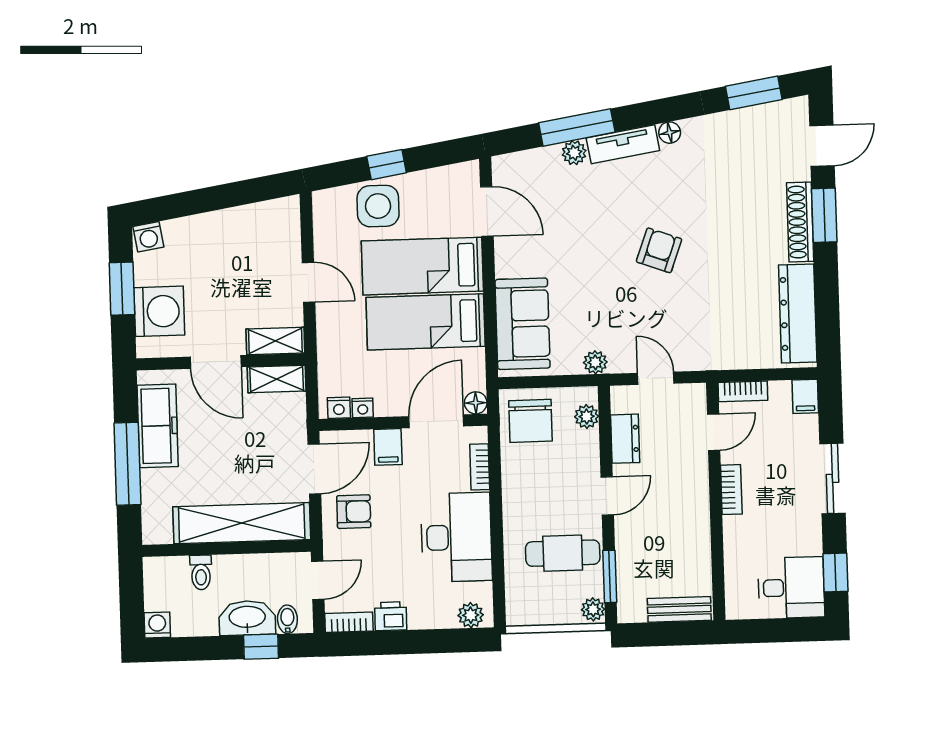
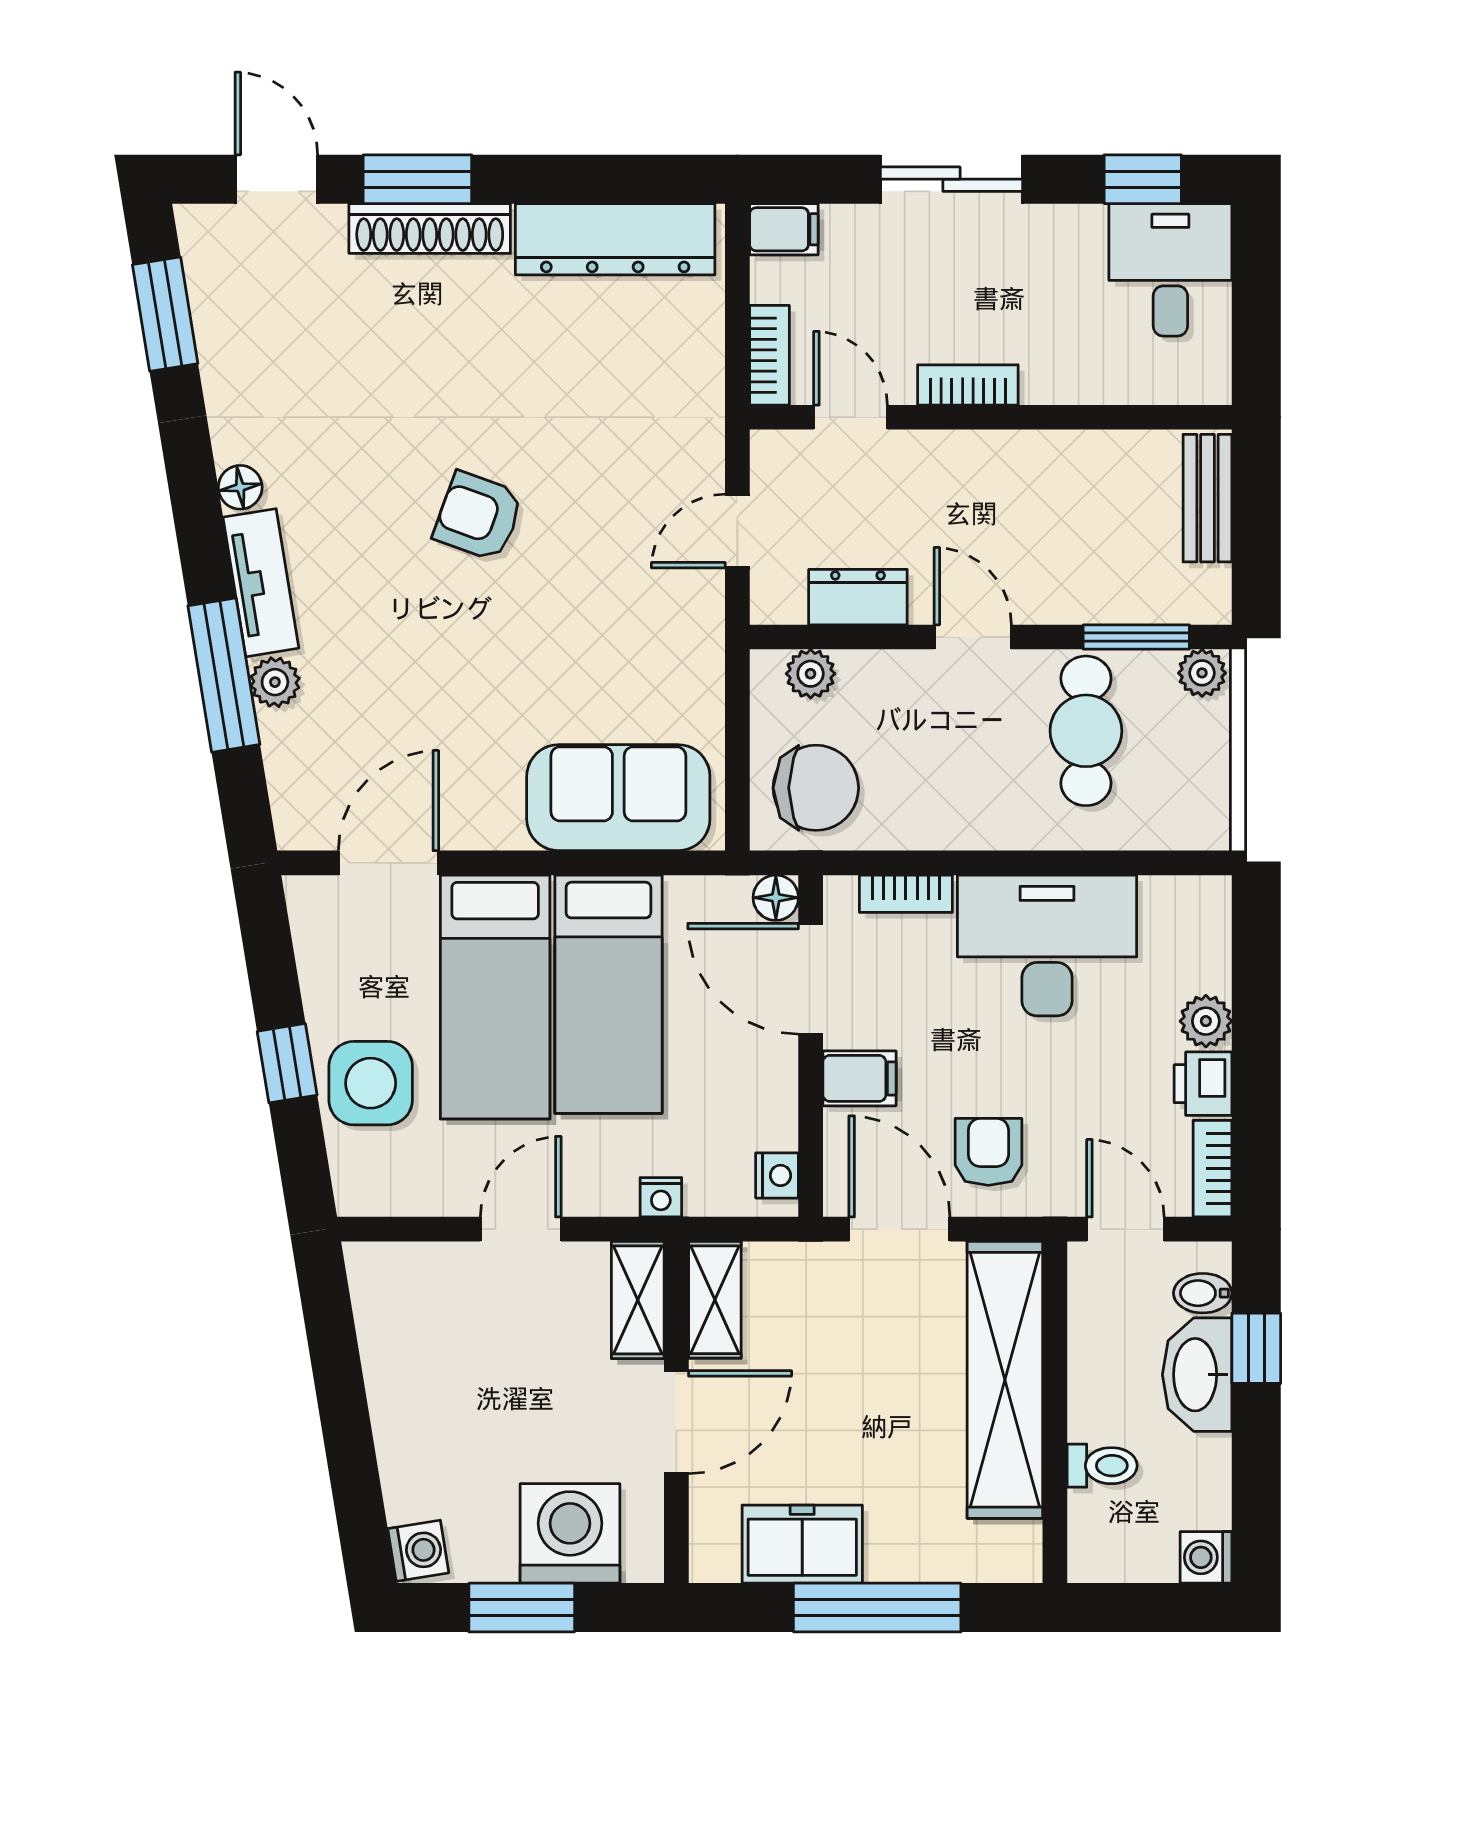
plant: (595, 362) -> (701, 653), removed
nightstand: (363, 408) -> (661, 1197), moved, turned 90
freezer: (158, 426) -> (802, 1544), width x0.71
plant: (471, 615) -> (1206, 1021), moved

